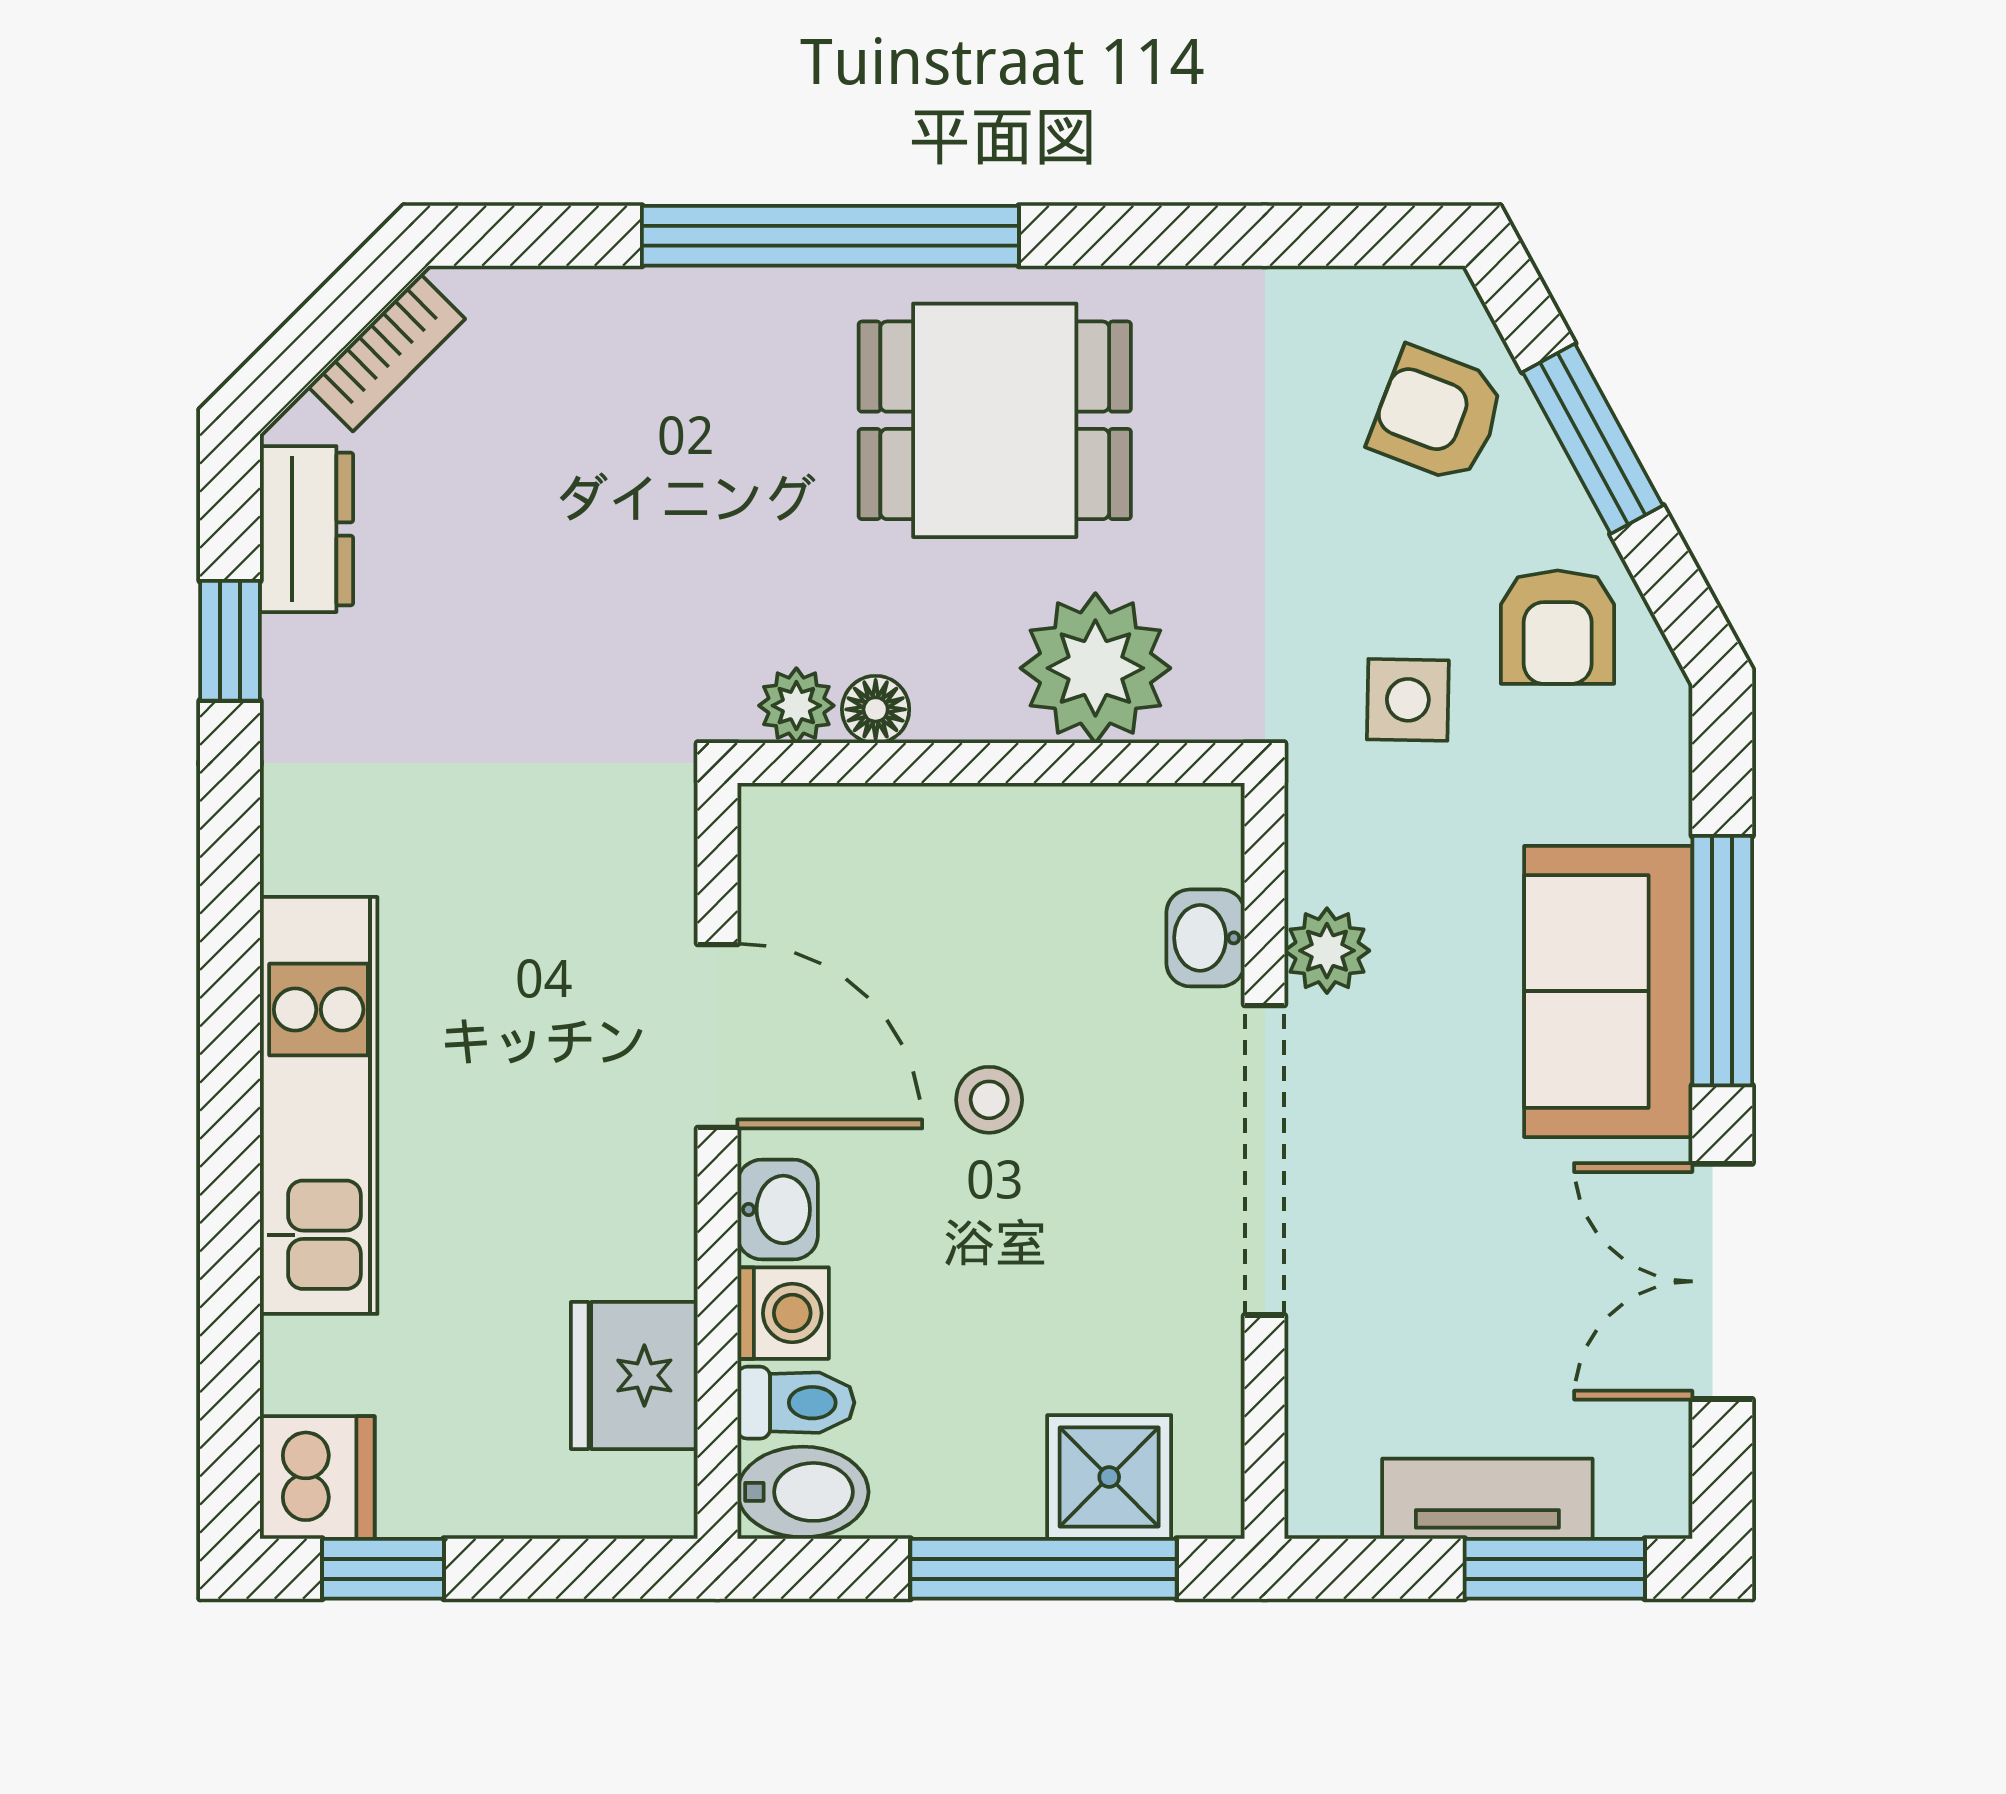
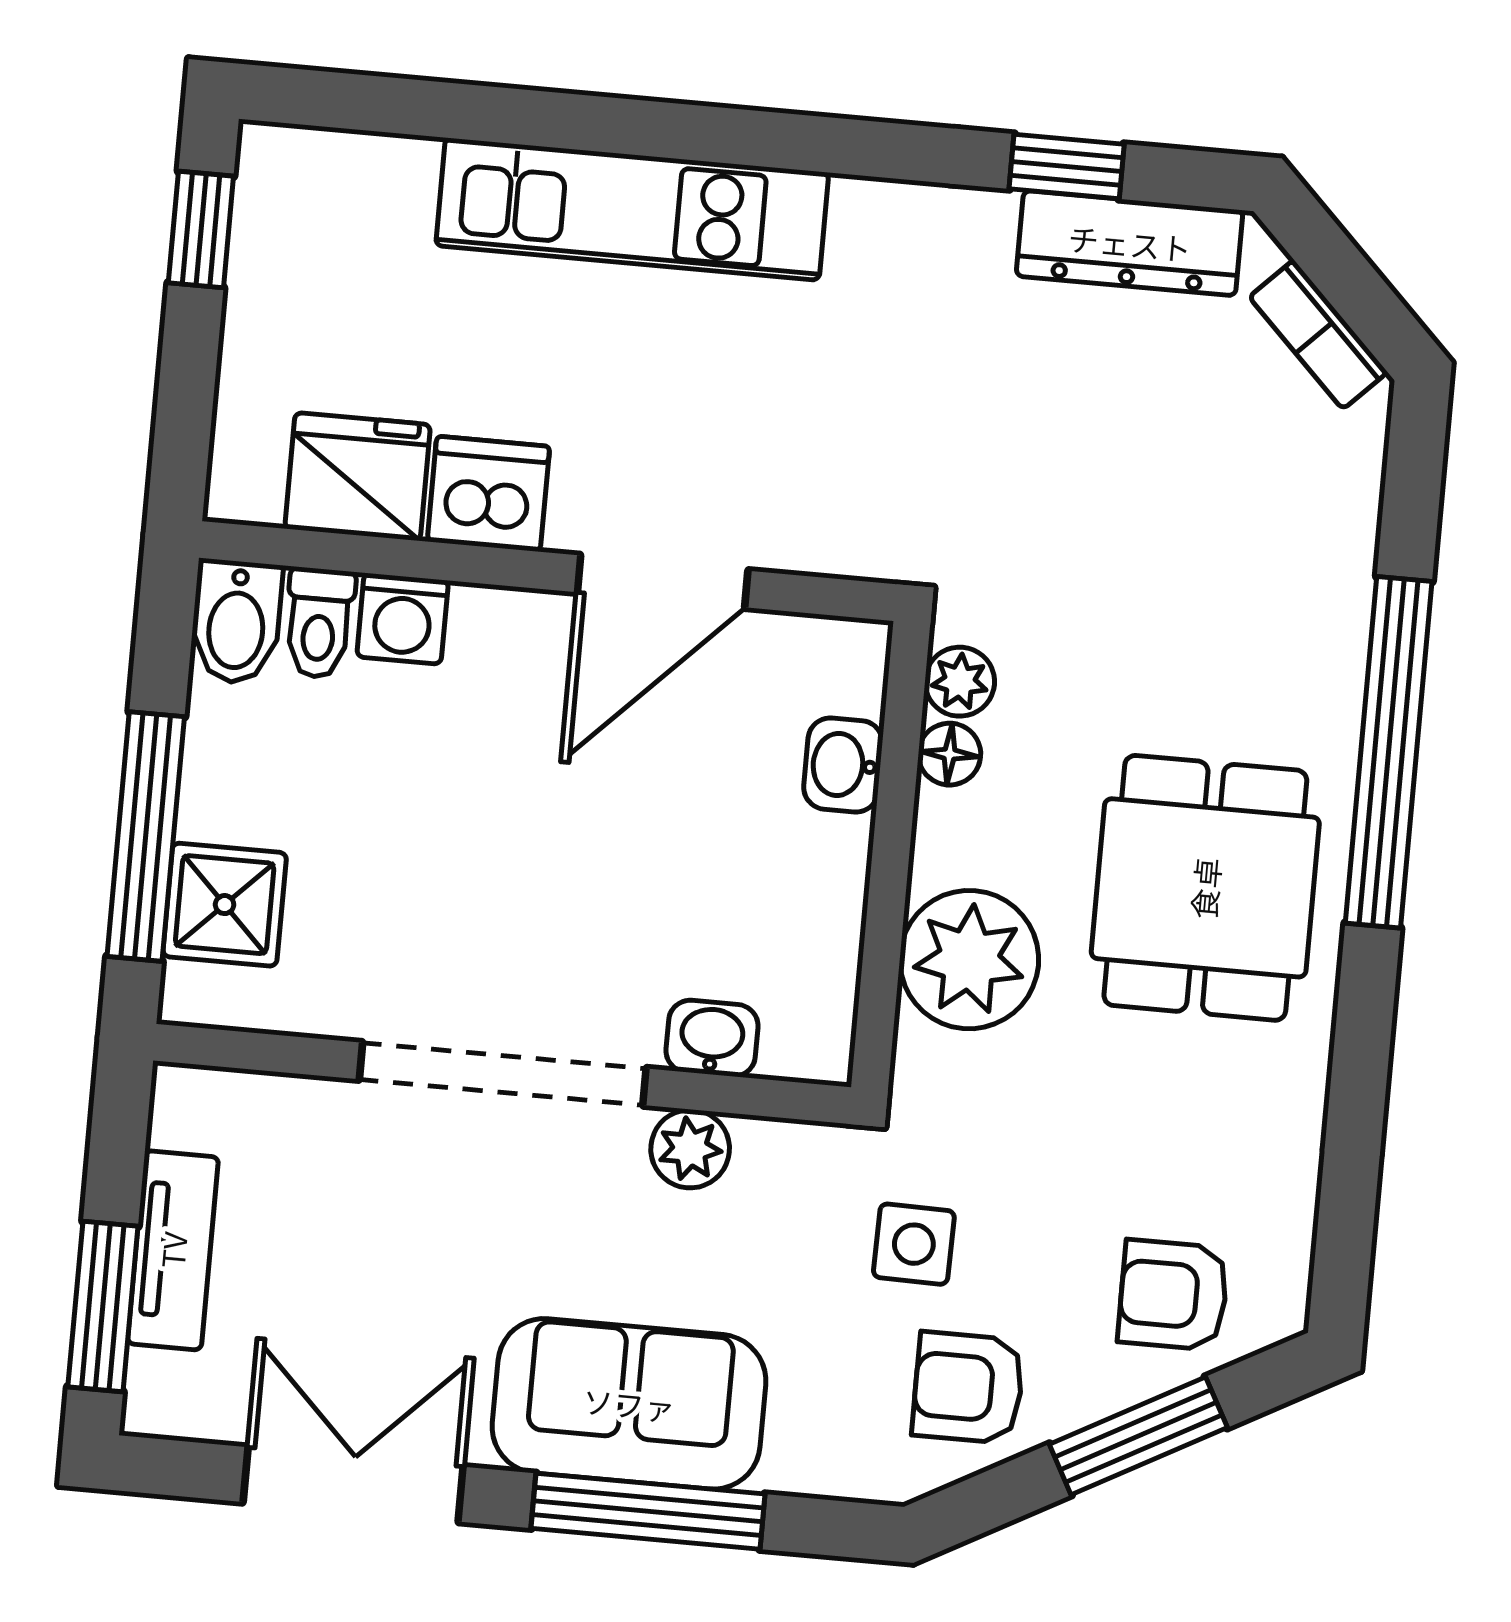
armchair: (1437, 415) -> (1173, 1295), turned -111
dresser: (307, 529) -> (1130, 243), width x1.44
stool: (989, 1100) -> (581, 826), removed
washbasin: (778, 1209) -> (843, 765), moved, turned 90
dishwasher: (317, 1478) -> (488, 494), moved, turned 180

